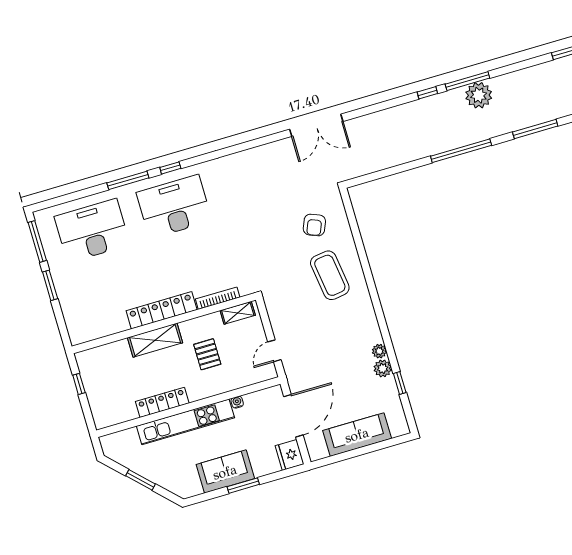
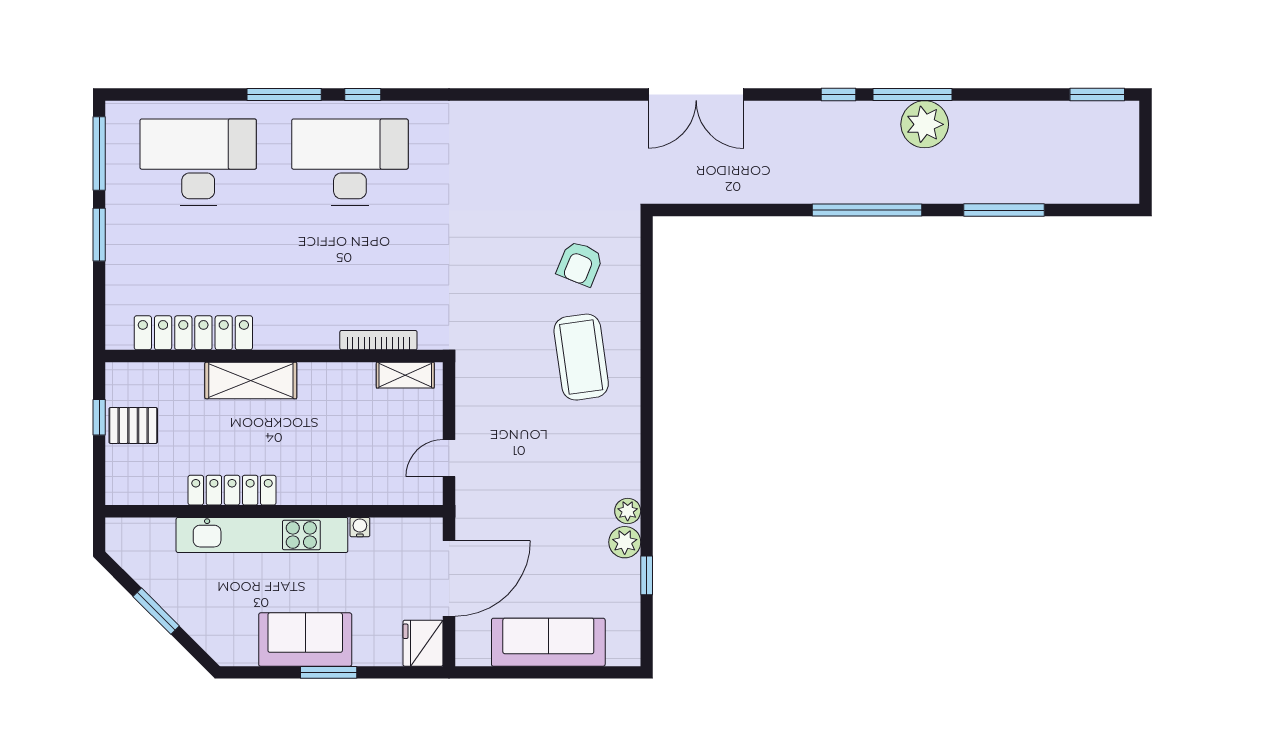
double door: (316, 125) -> (696, 95), moved
locker: (162, 310) -> (193, 333), moved
pallet: (207, 354) -> (133, 425), moved, turned 90

